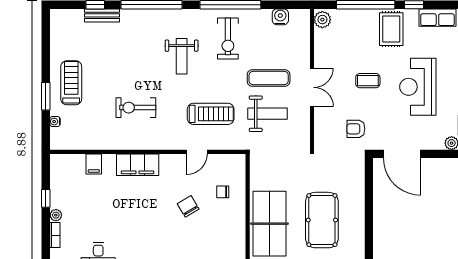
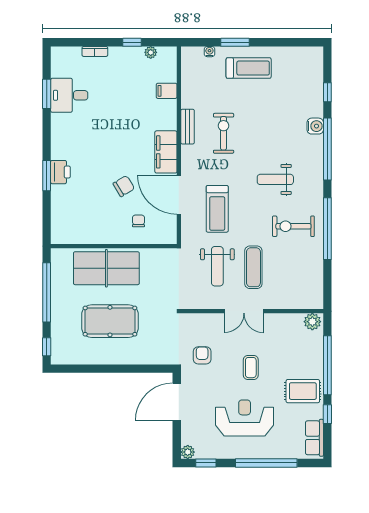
bench: (102, 15) -> (188, 127), moved
water cooler: (280, 17) -> (315, 126), moved
door: (197, 152) -> (179, 195), width x1.88
filing cabinet: (138, 165) -> (166, 152), moved
plant: (56, 215) -> (151, 52), moved

